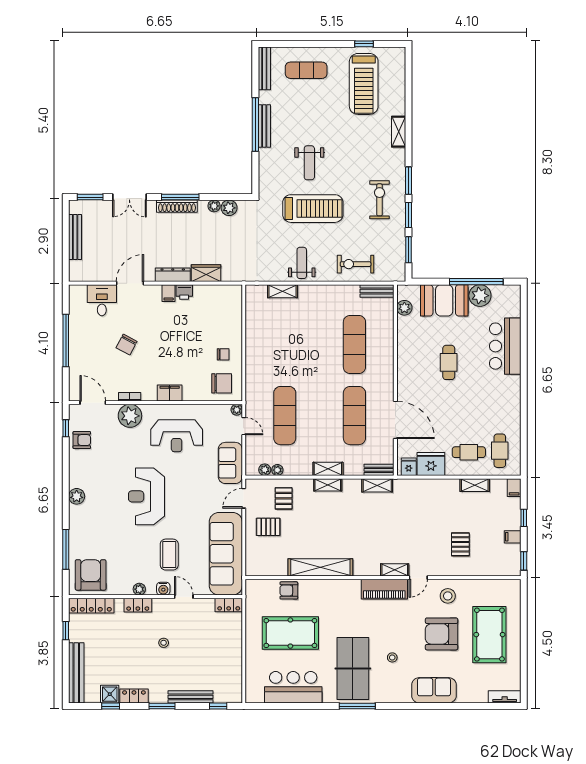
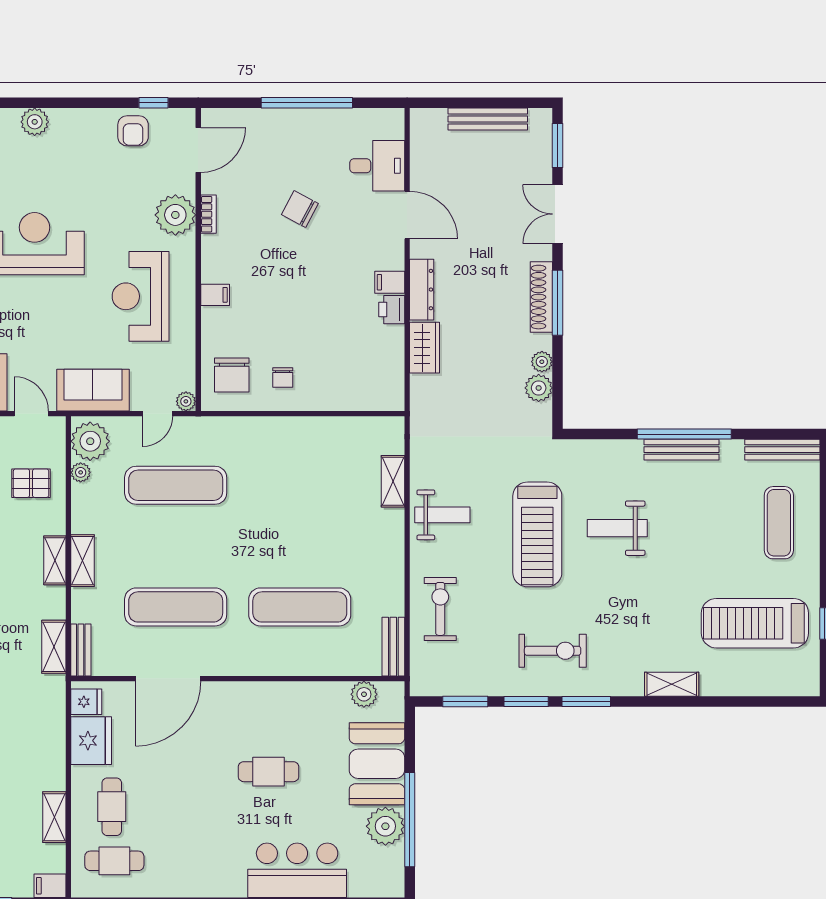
filing cabinet: (170, 393) -> (215, 295), width x0.50
plant: (265, 470) -> (90, 441), width x1.88, depth x1.88

